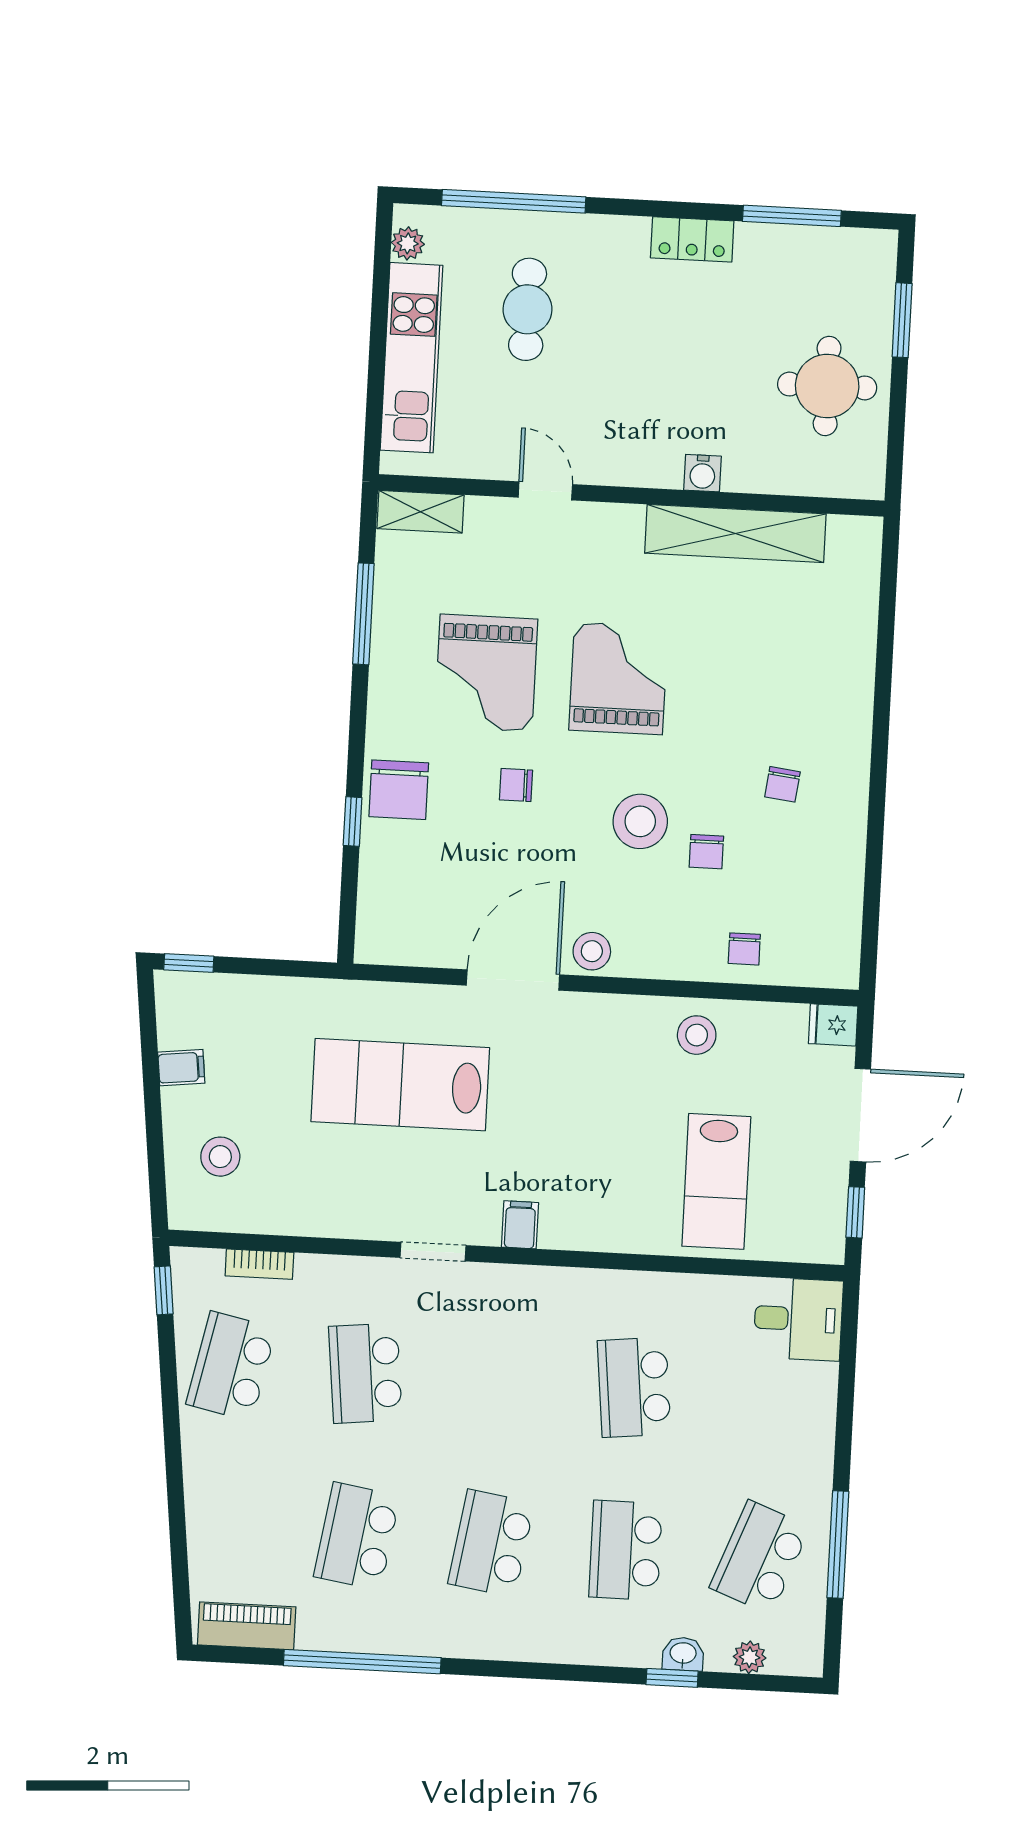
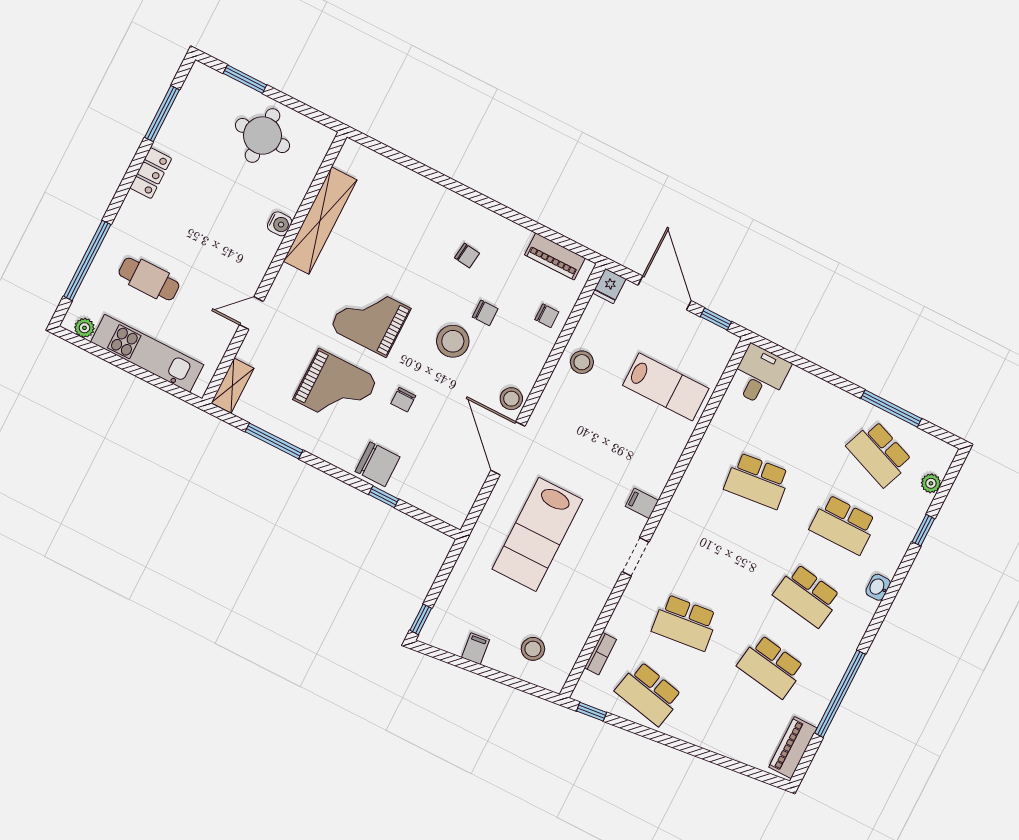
piano: (841, 921) -> (555, 256), added
washbasin: (683, 1654) -> (878, 587), moved

